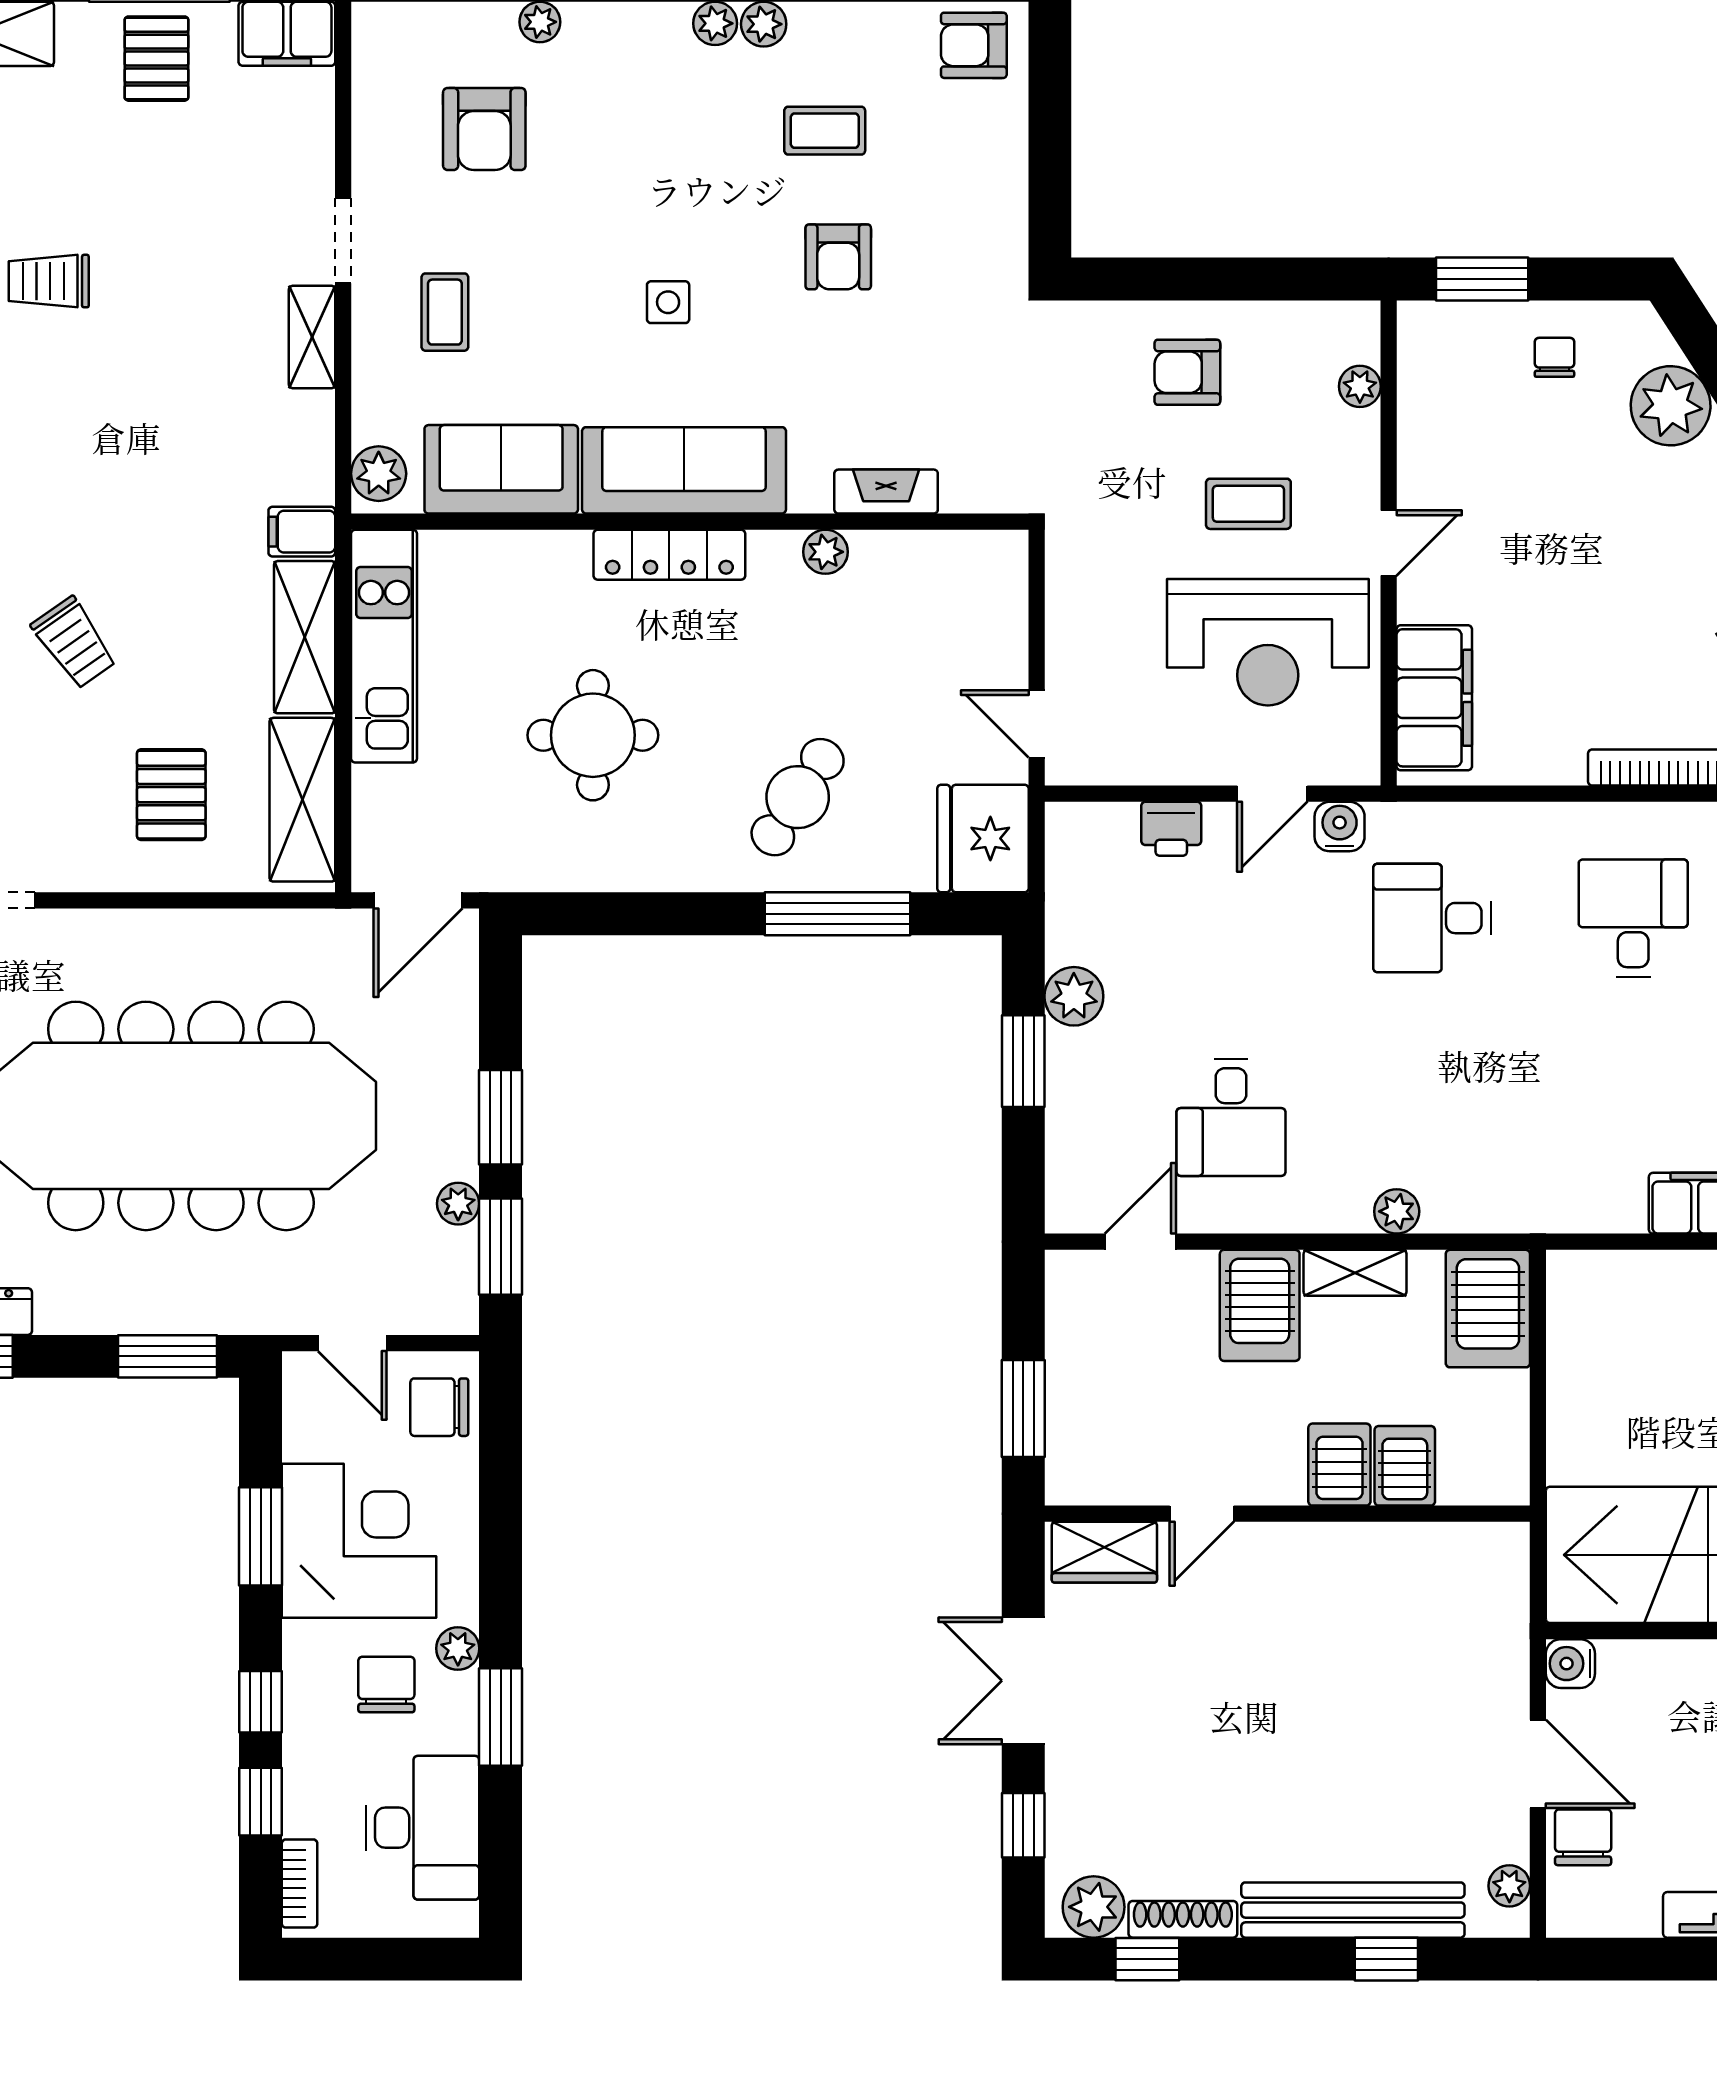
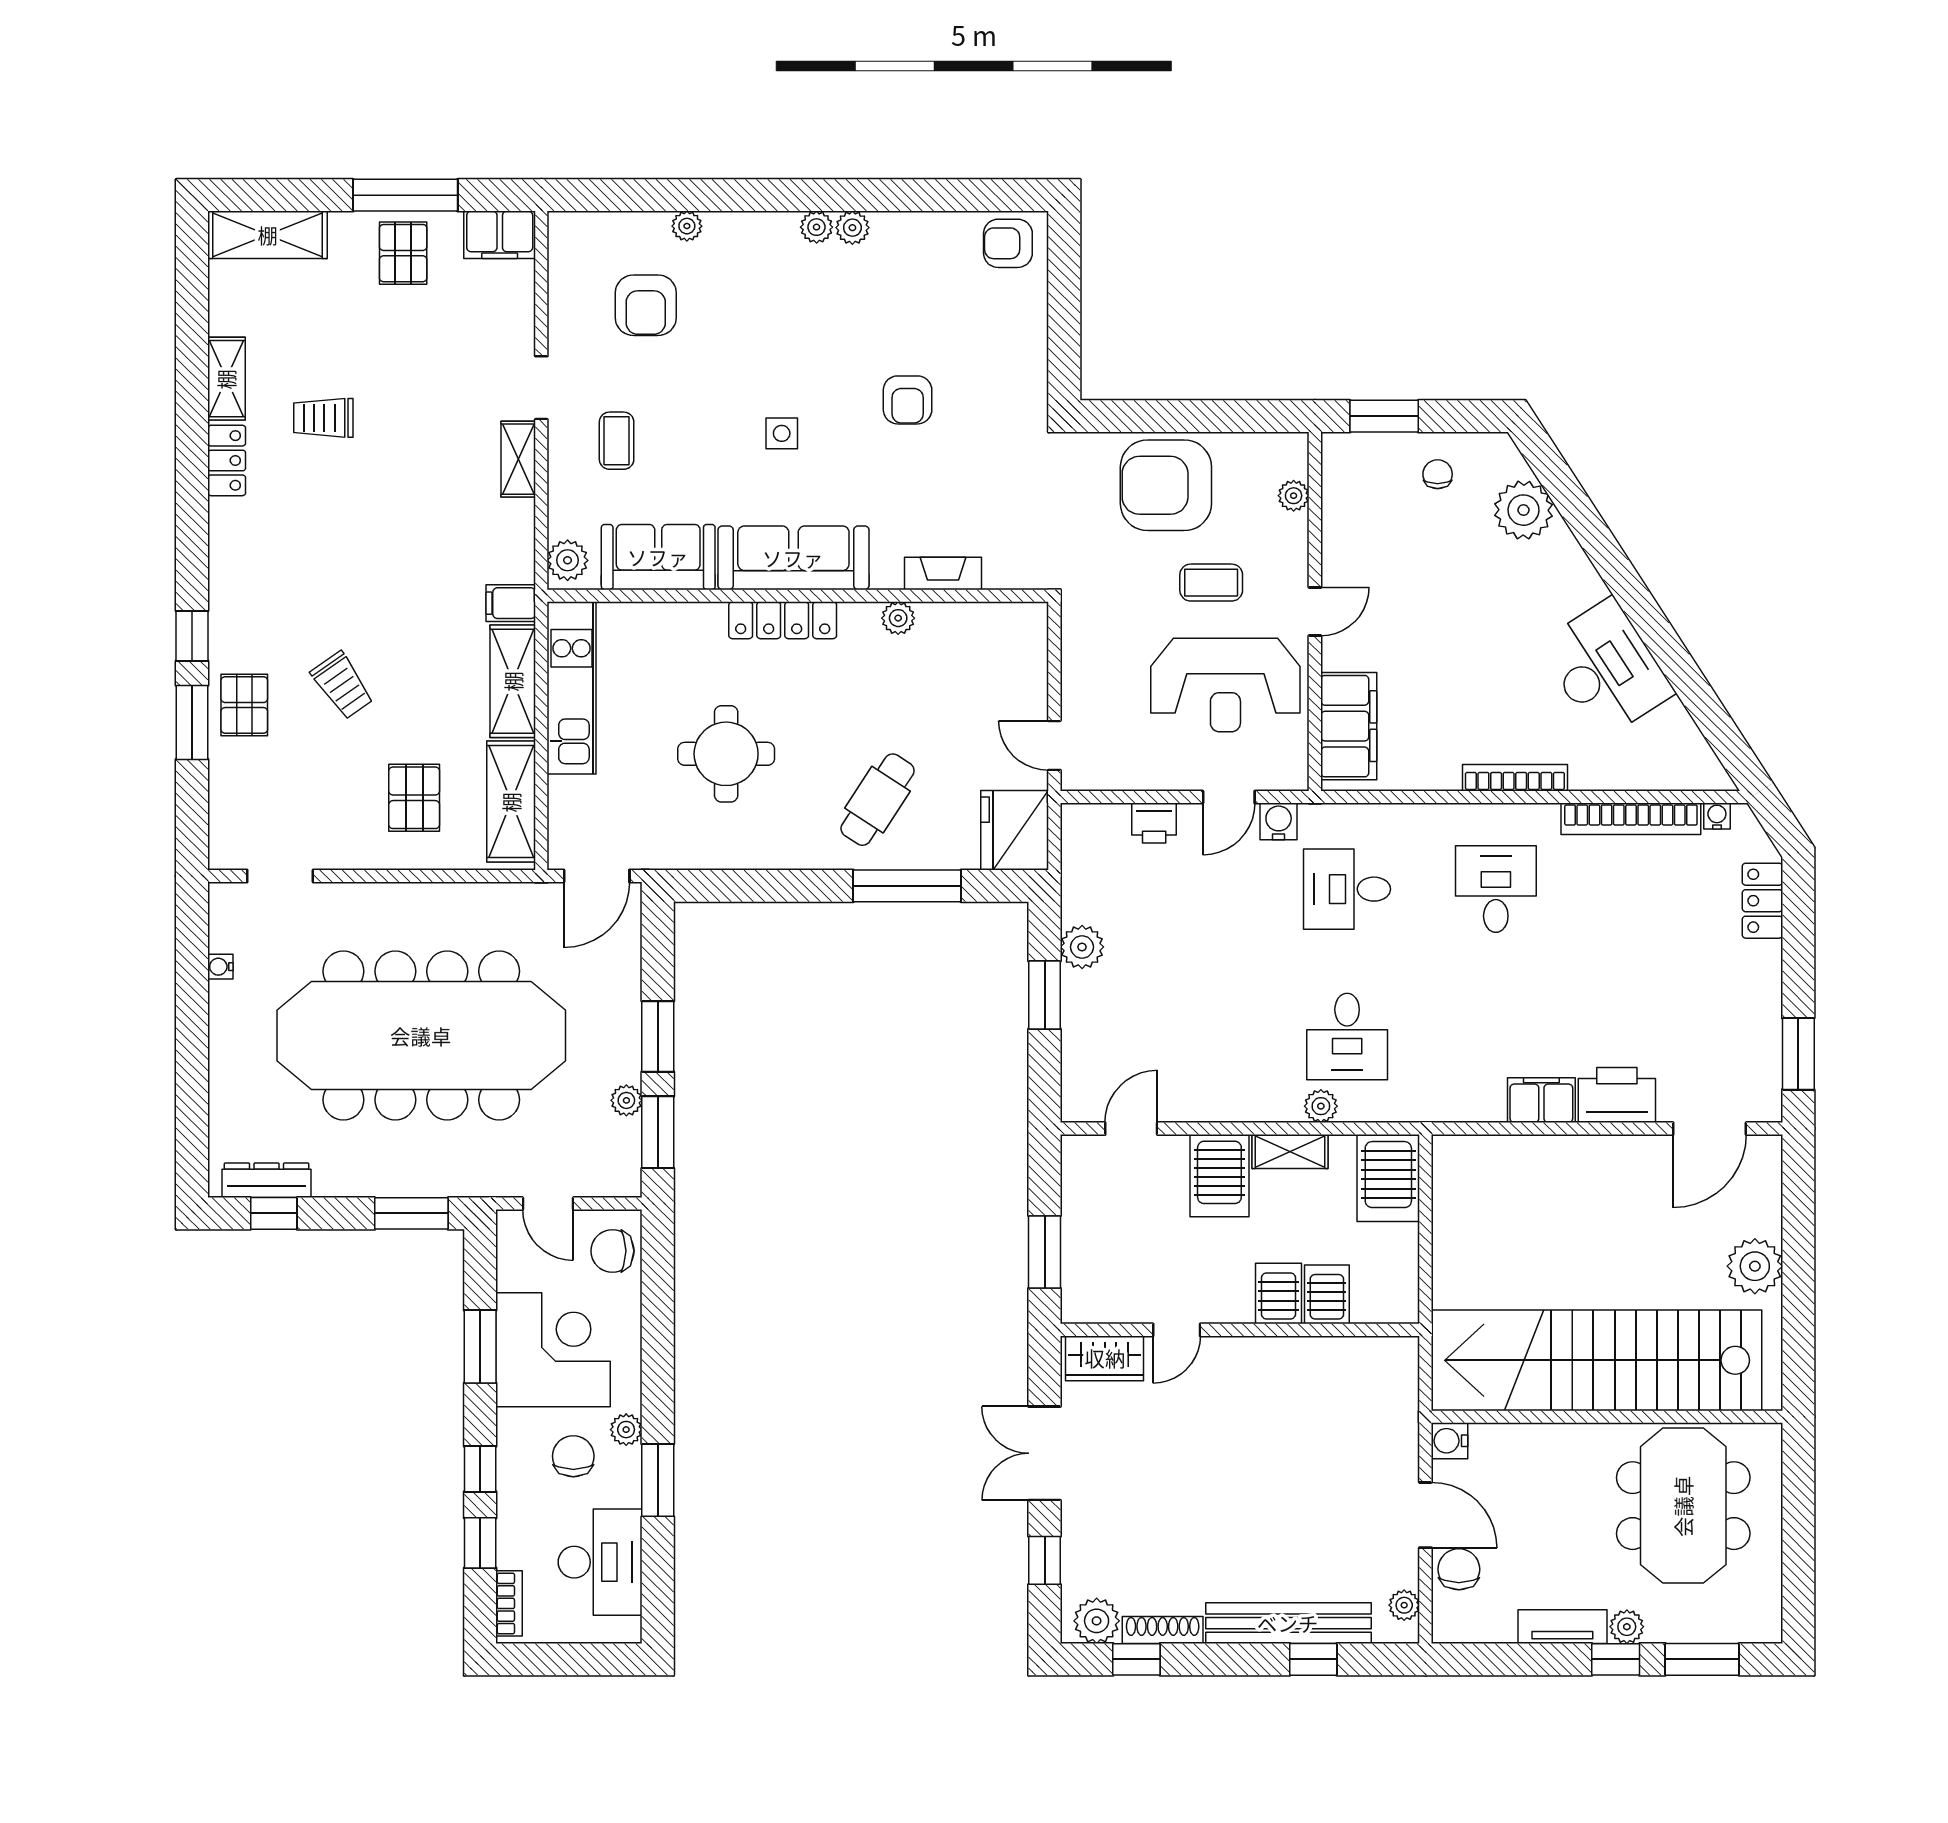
coffee table: (825, 131) -> (898, 306), removed
armchair: (1187, 372) -> (1166, 485), width x1.88, depth x1.88
desk: (1231, 1117) -> (1347, 1037), moved

